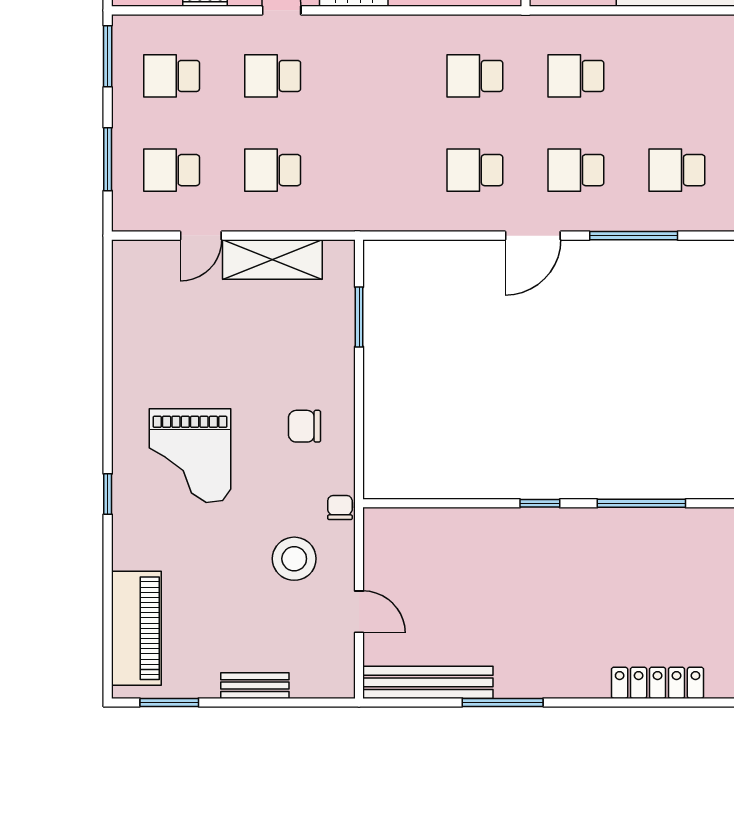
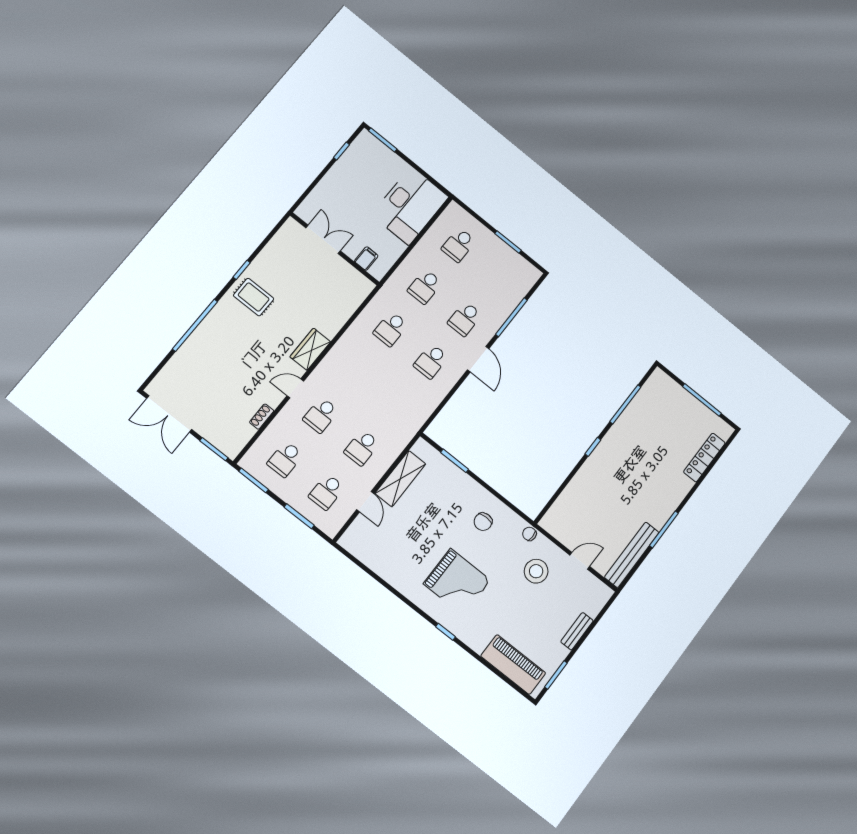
school desk: (677, 170) -> (459, 245), moved

